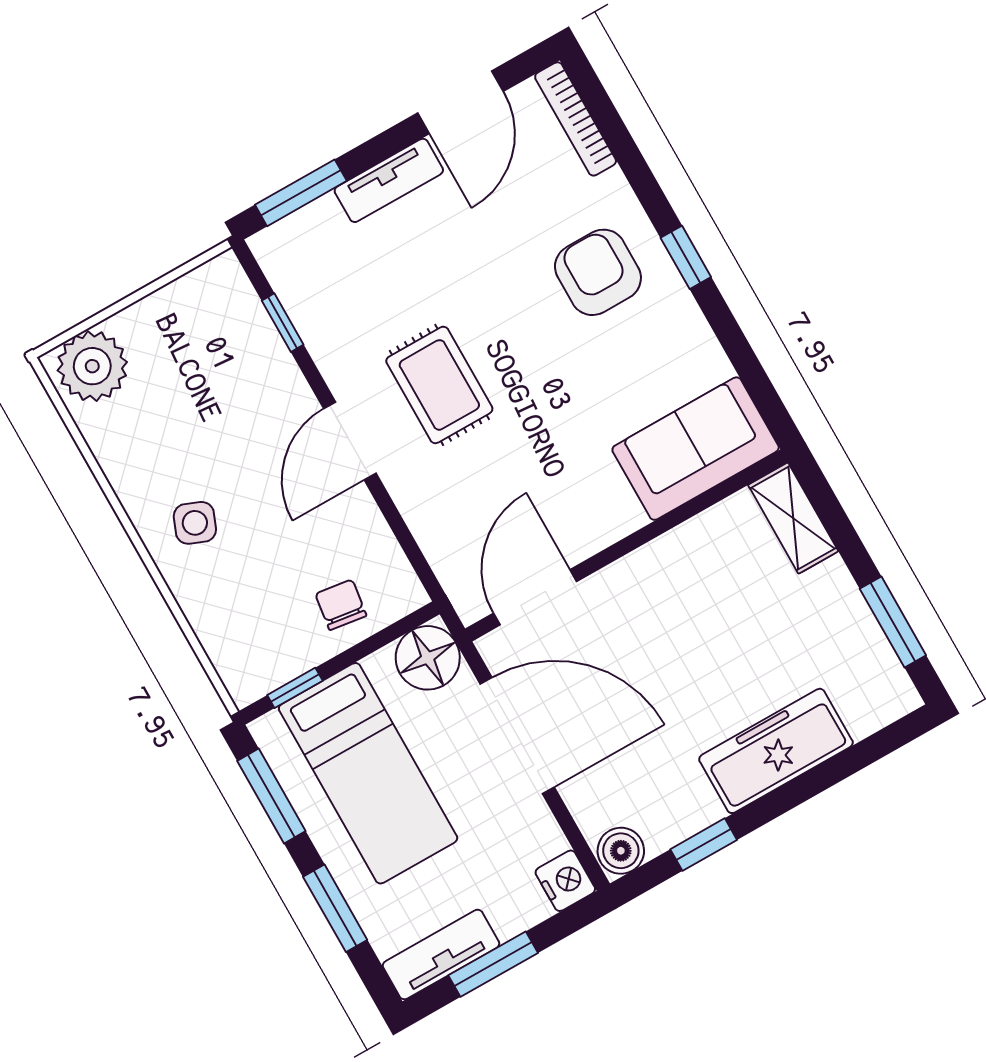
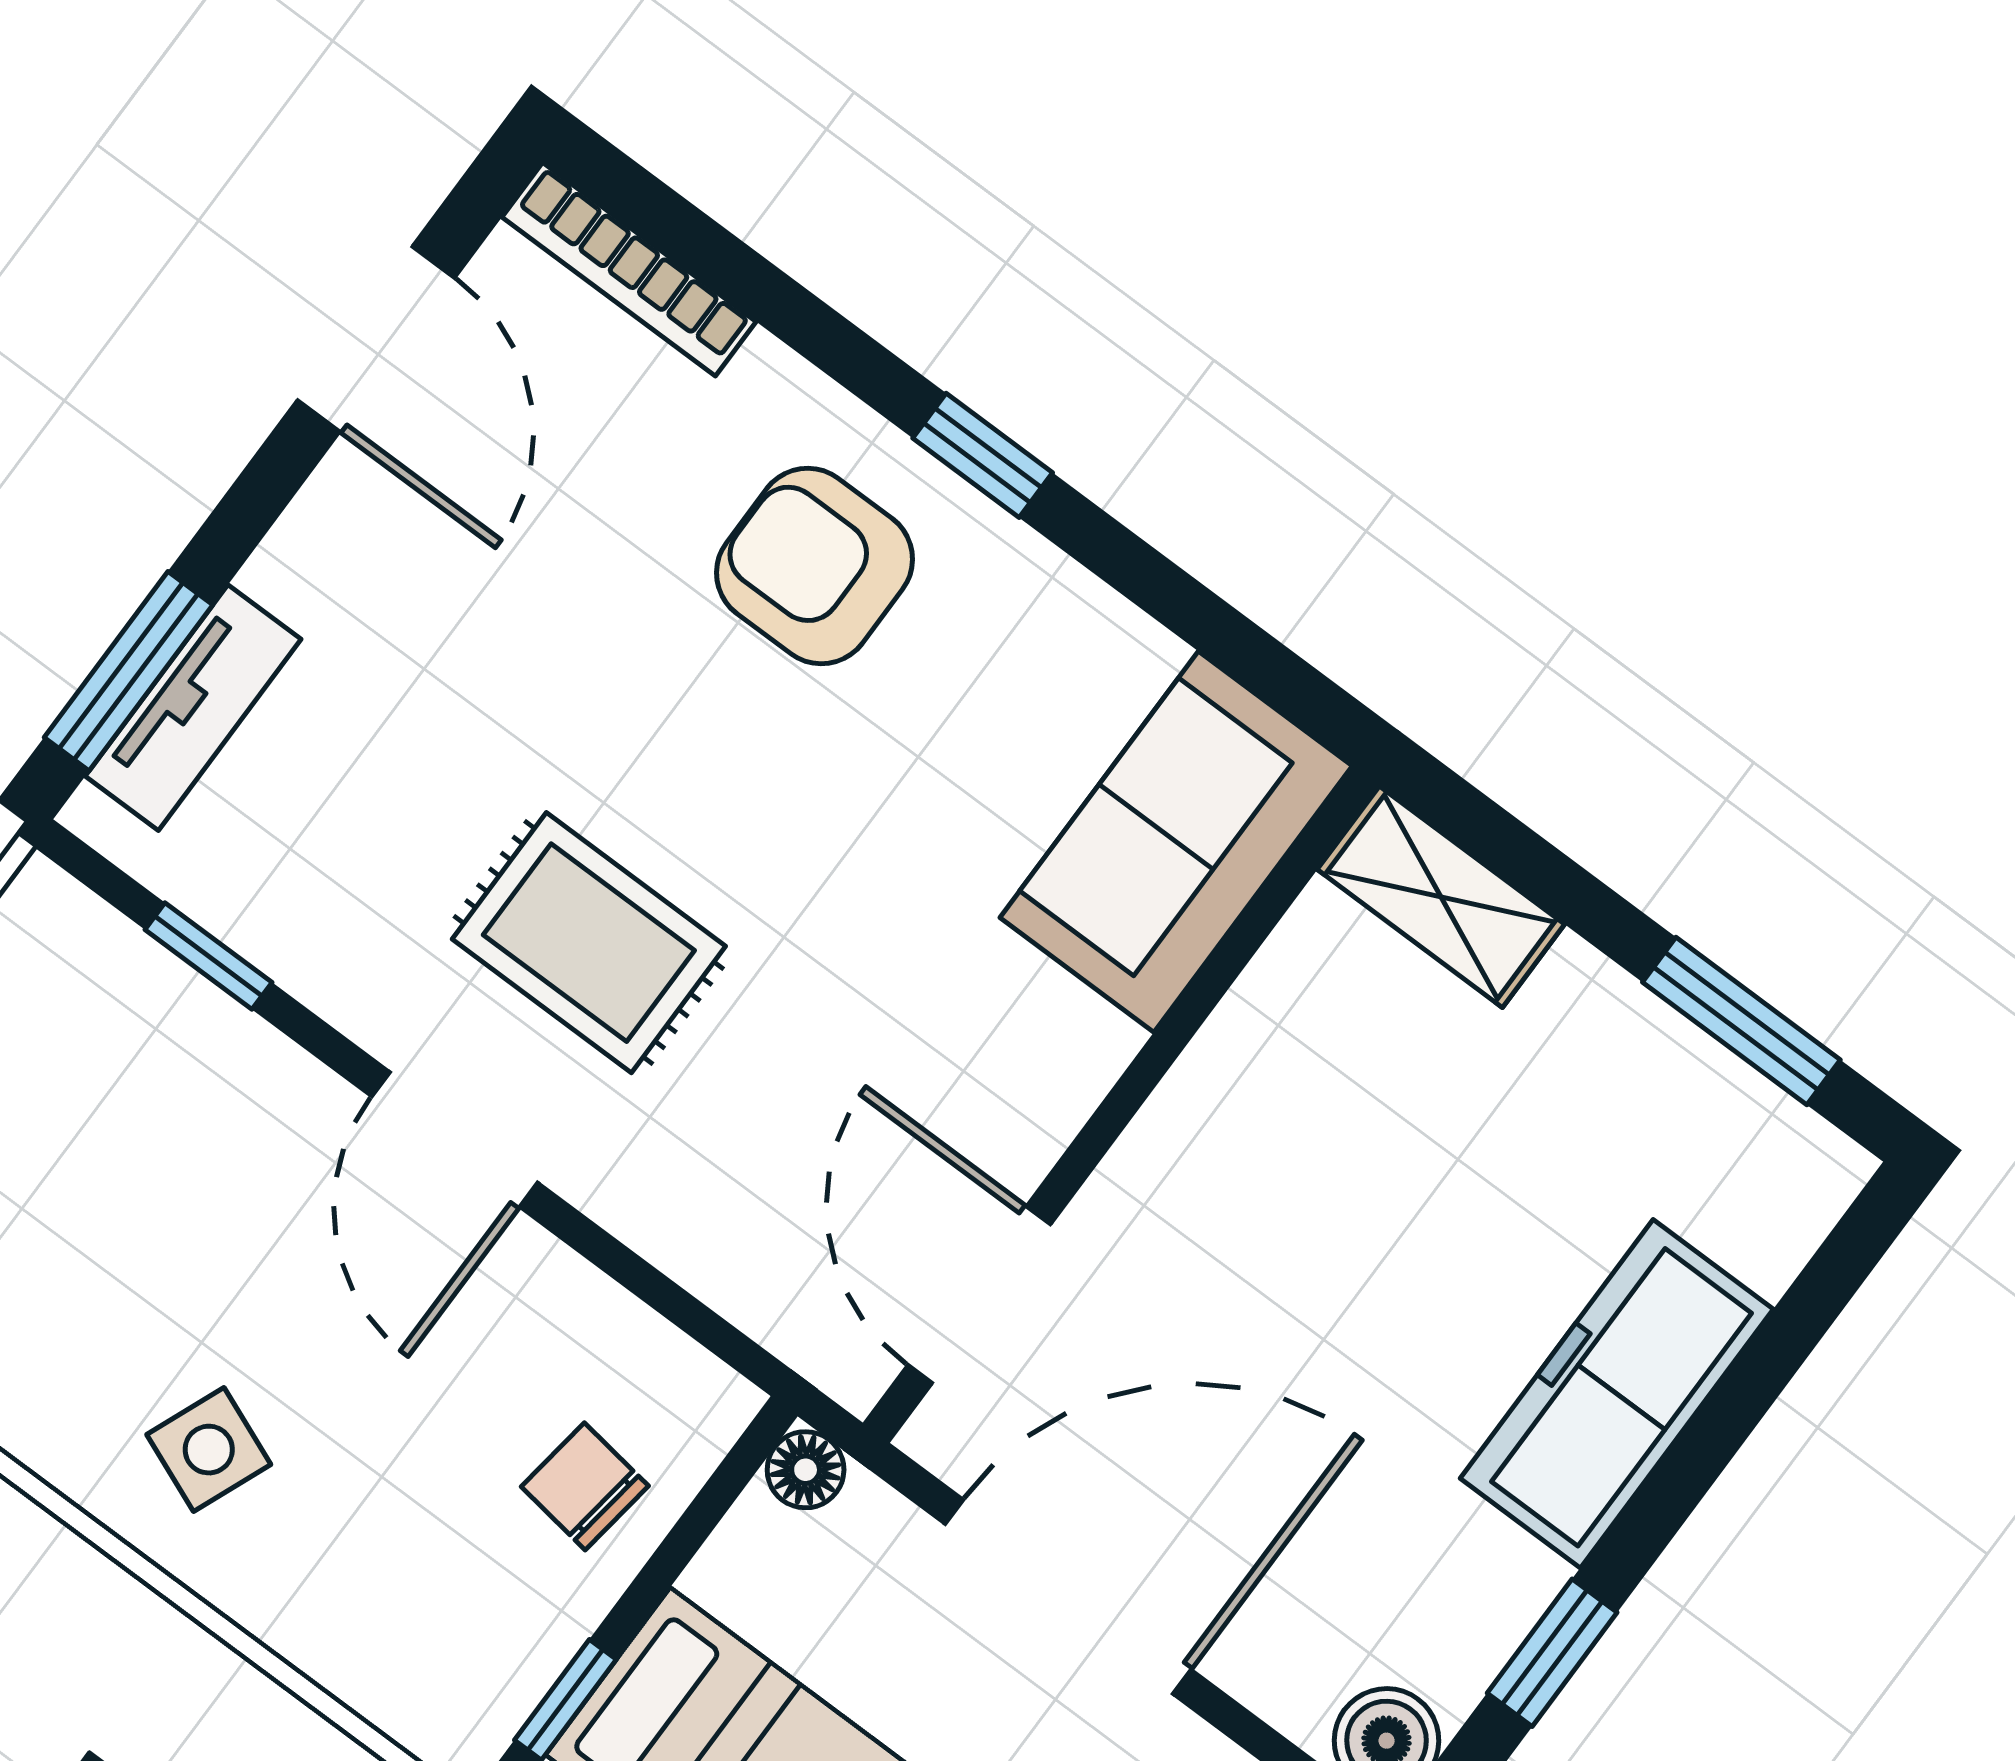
tv unit: (389, 180) -> (193, 708), moved
floor lamp: (428, 658) -> (806, 1470), width x0.53, depth x0.53

